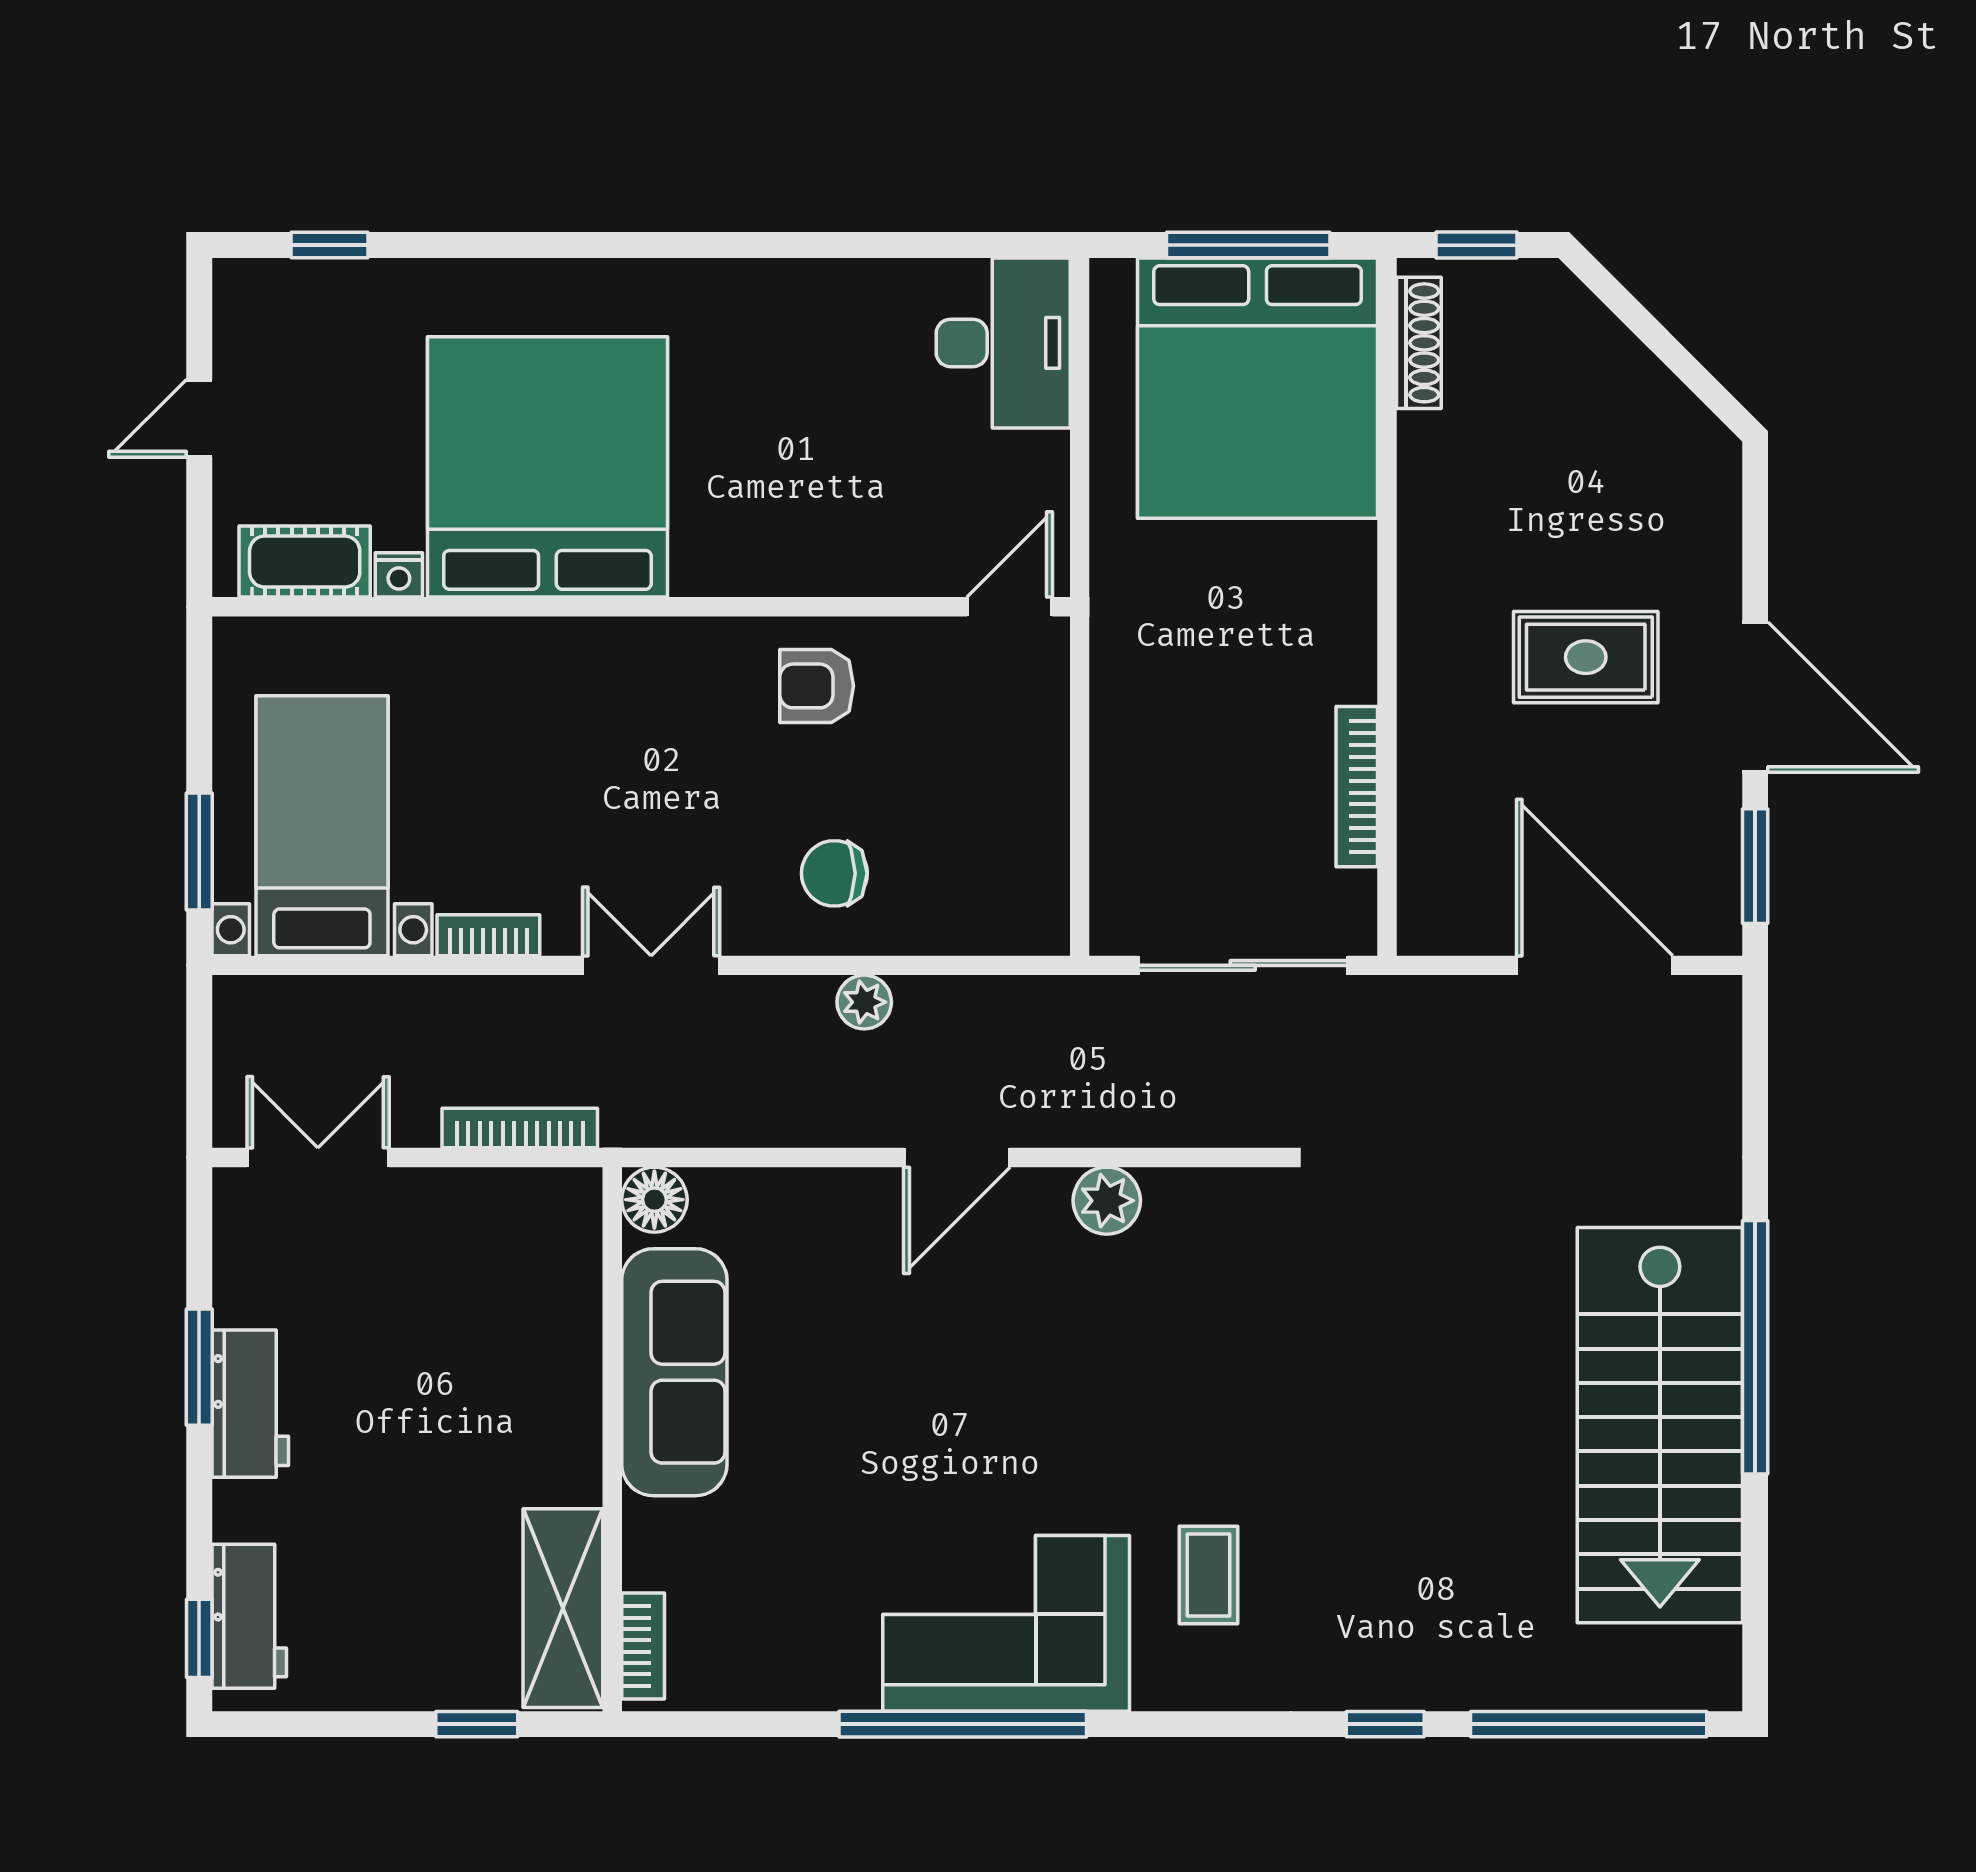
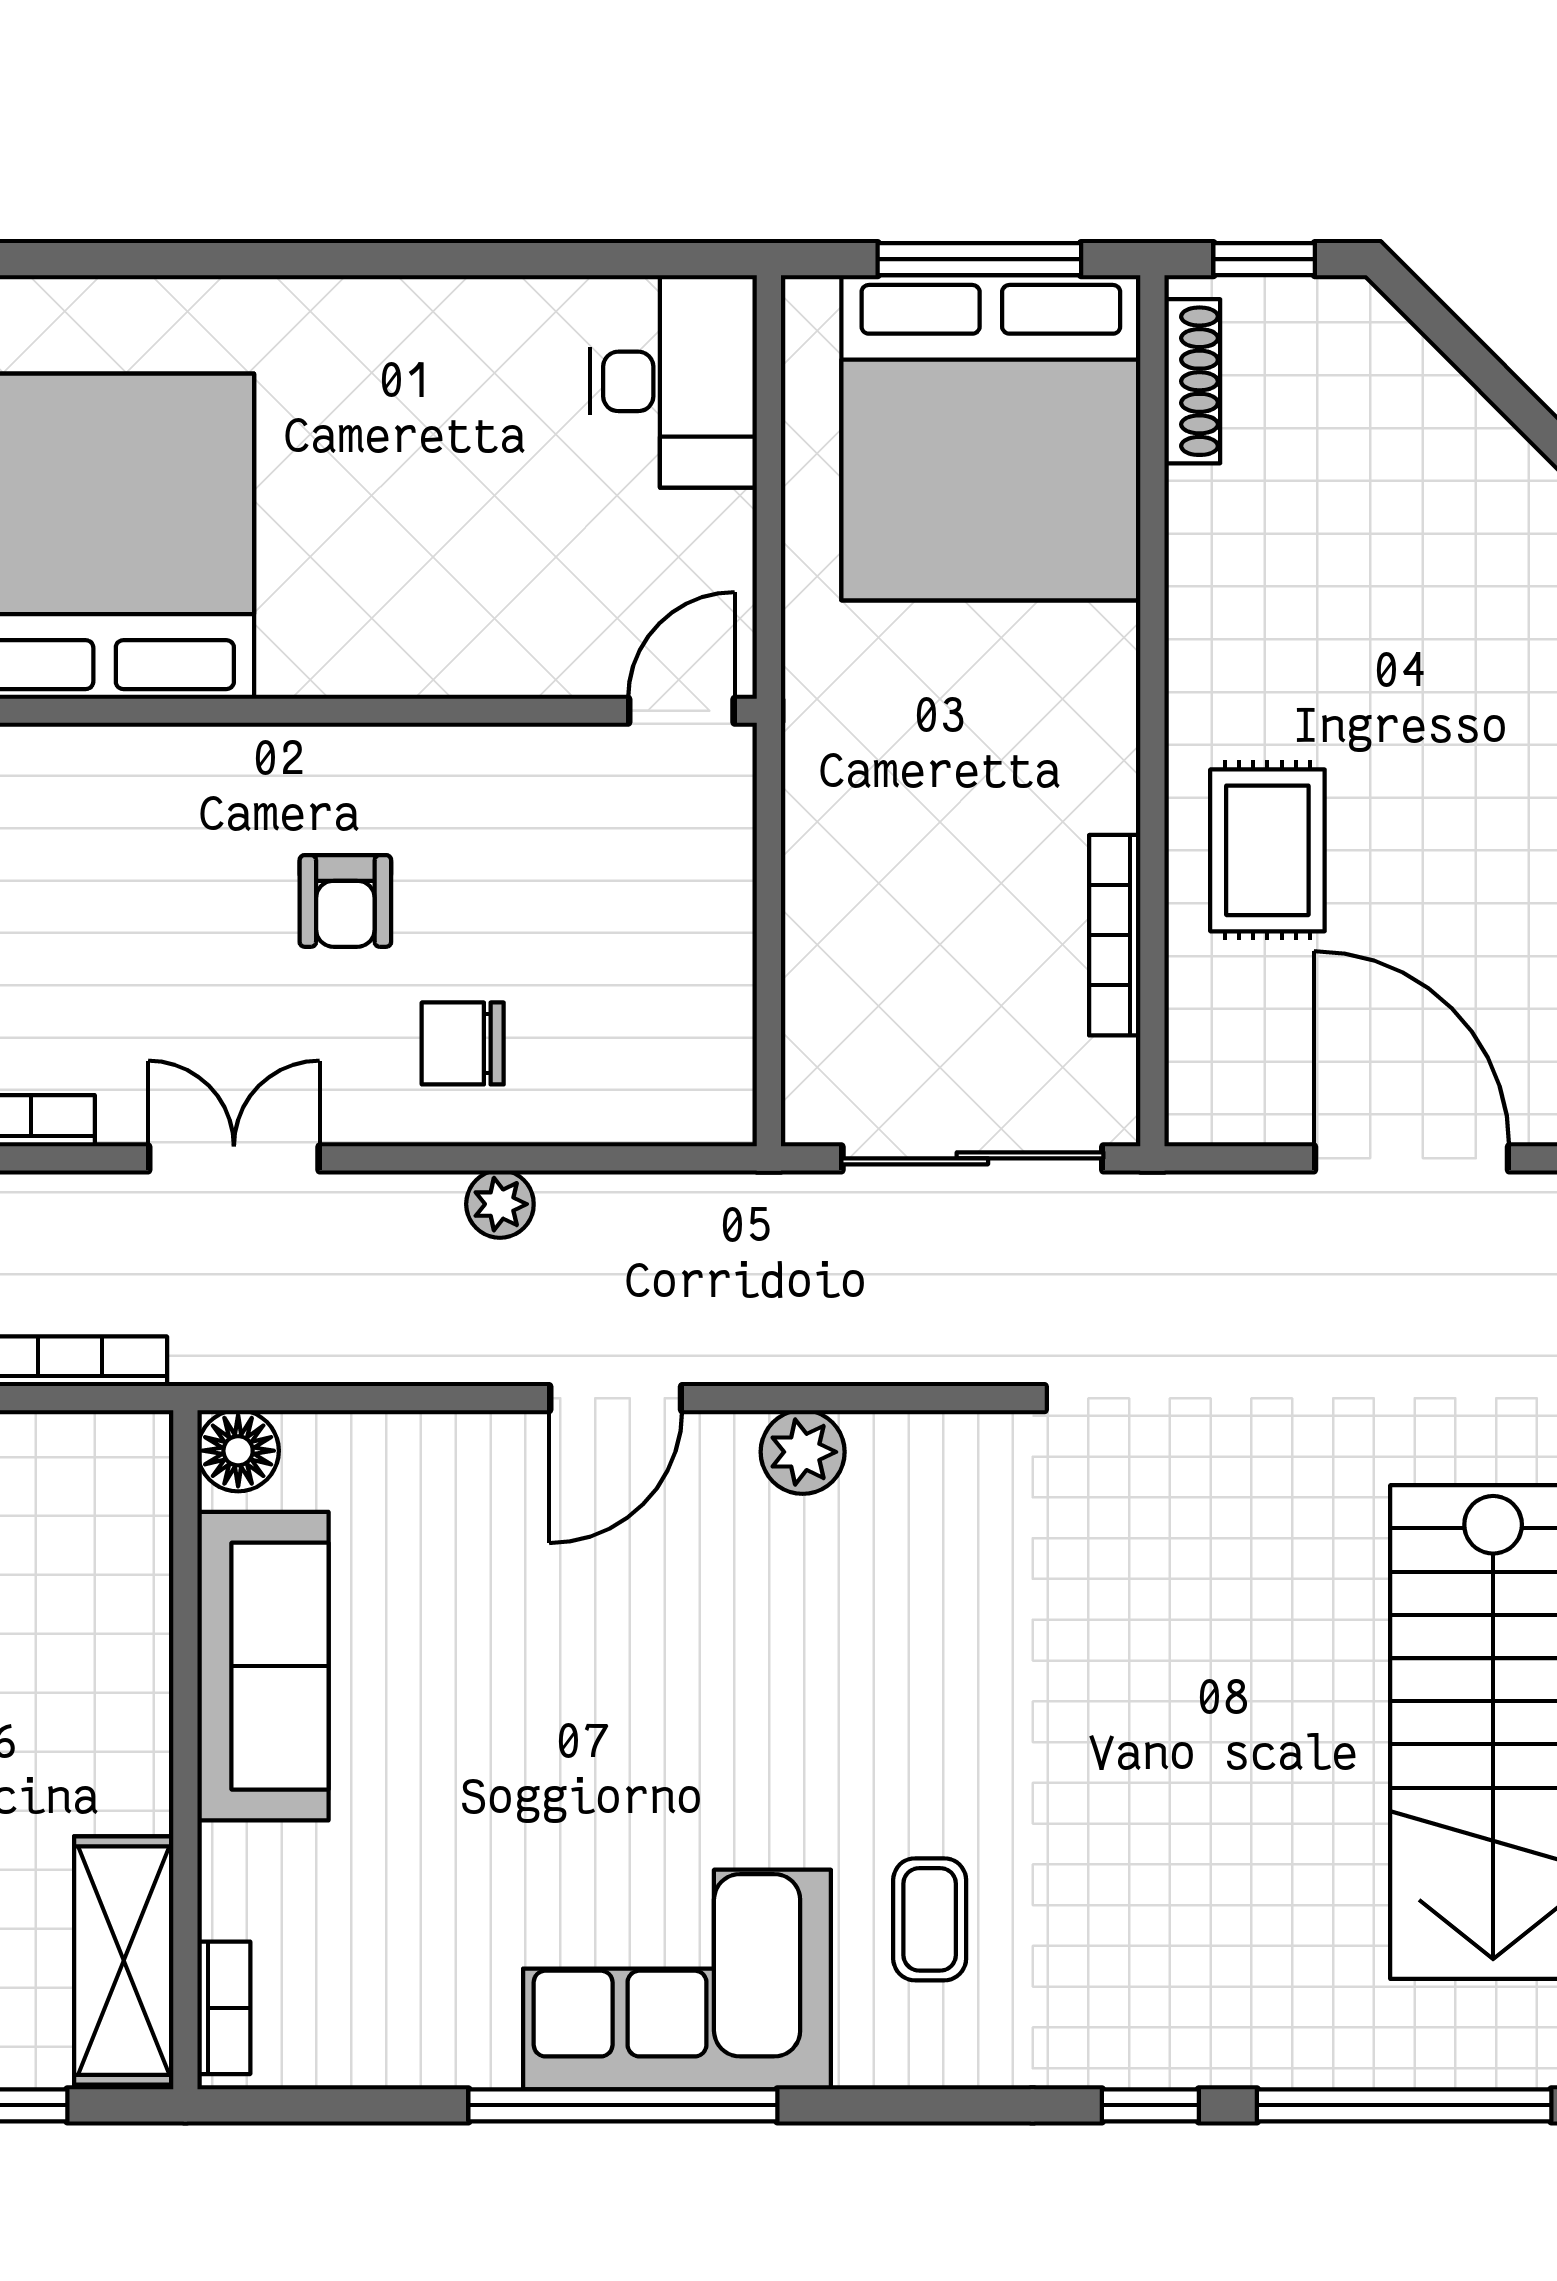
rug: (1586, 657) -> (1267, 850), moved, turned 90
armchair: (817, 686) -> (345, 901), moved, turned -90

